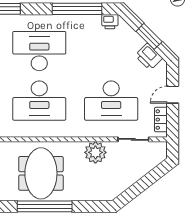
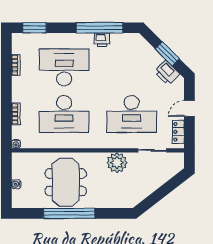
printer: (110, 22) -> (102, 40), moved

